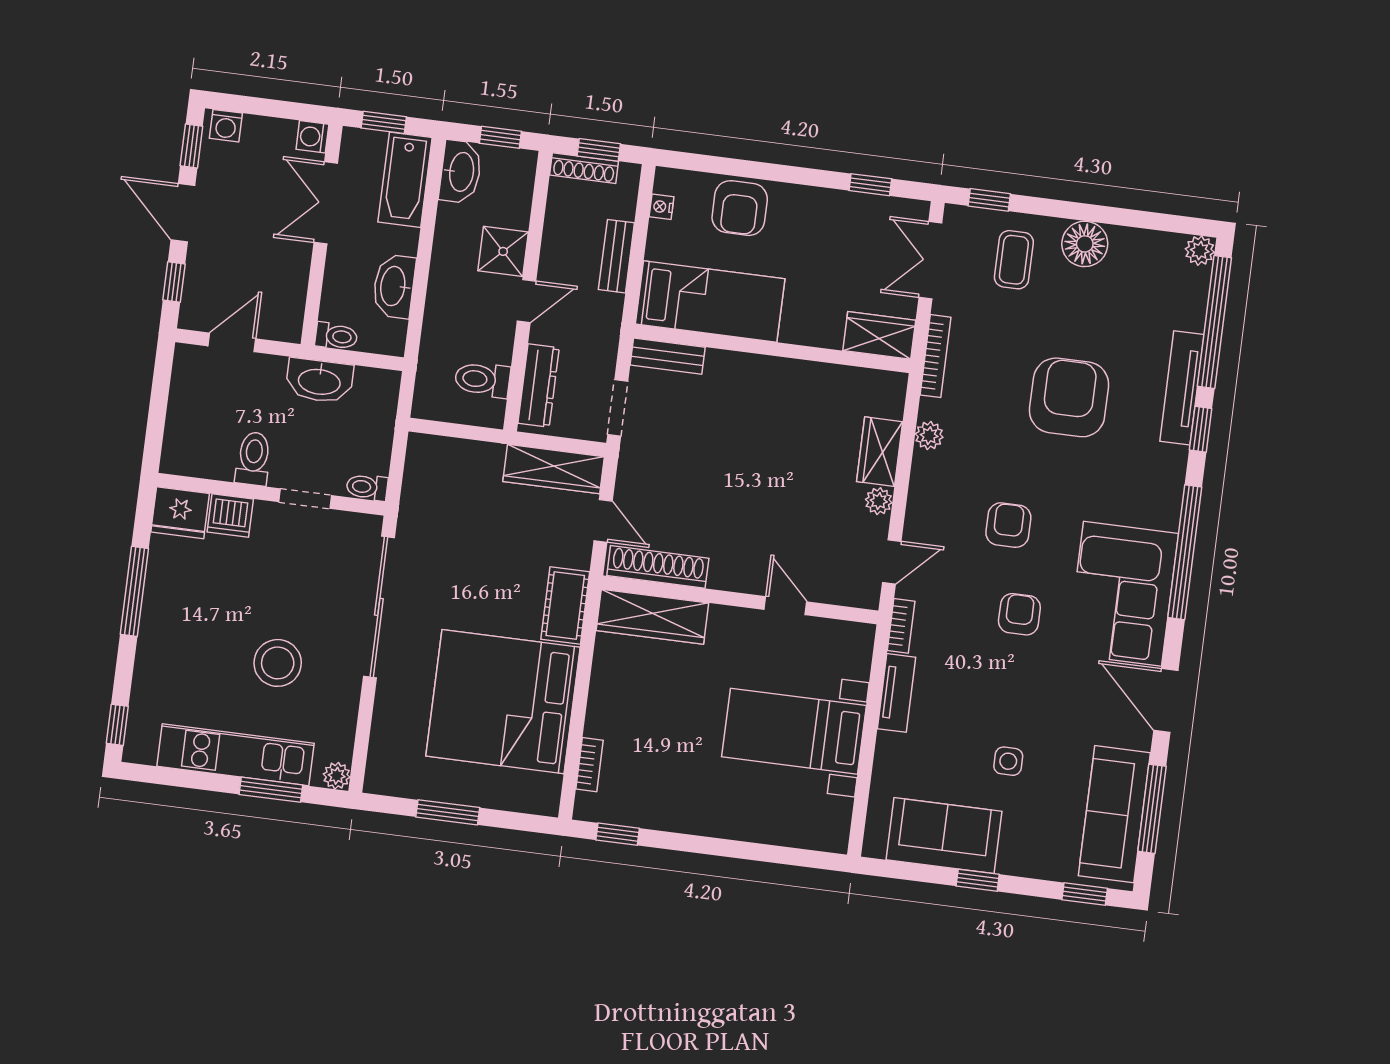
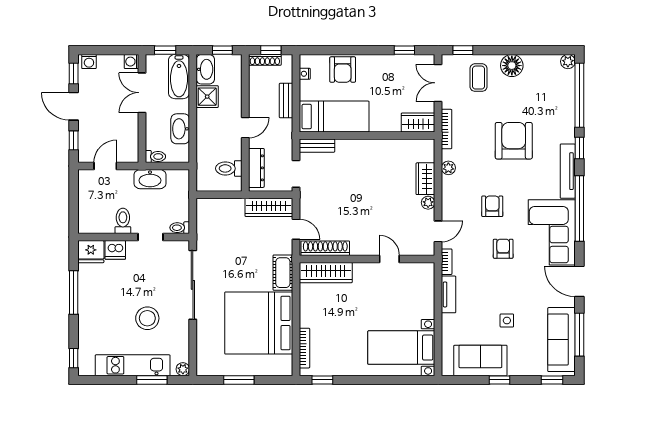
shower: (503, 251) -> (207, 97), moved
tv unit: (1182, 388) -> (568, 171), moved
bed with nightstands: (794, 731) -> (401, 348), moved
bookcase: (590, 765) -> (304, 348), width x1.56

